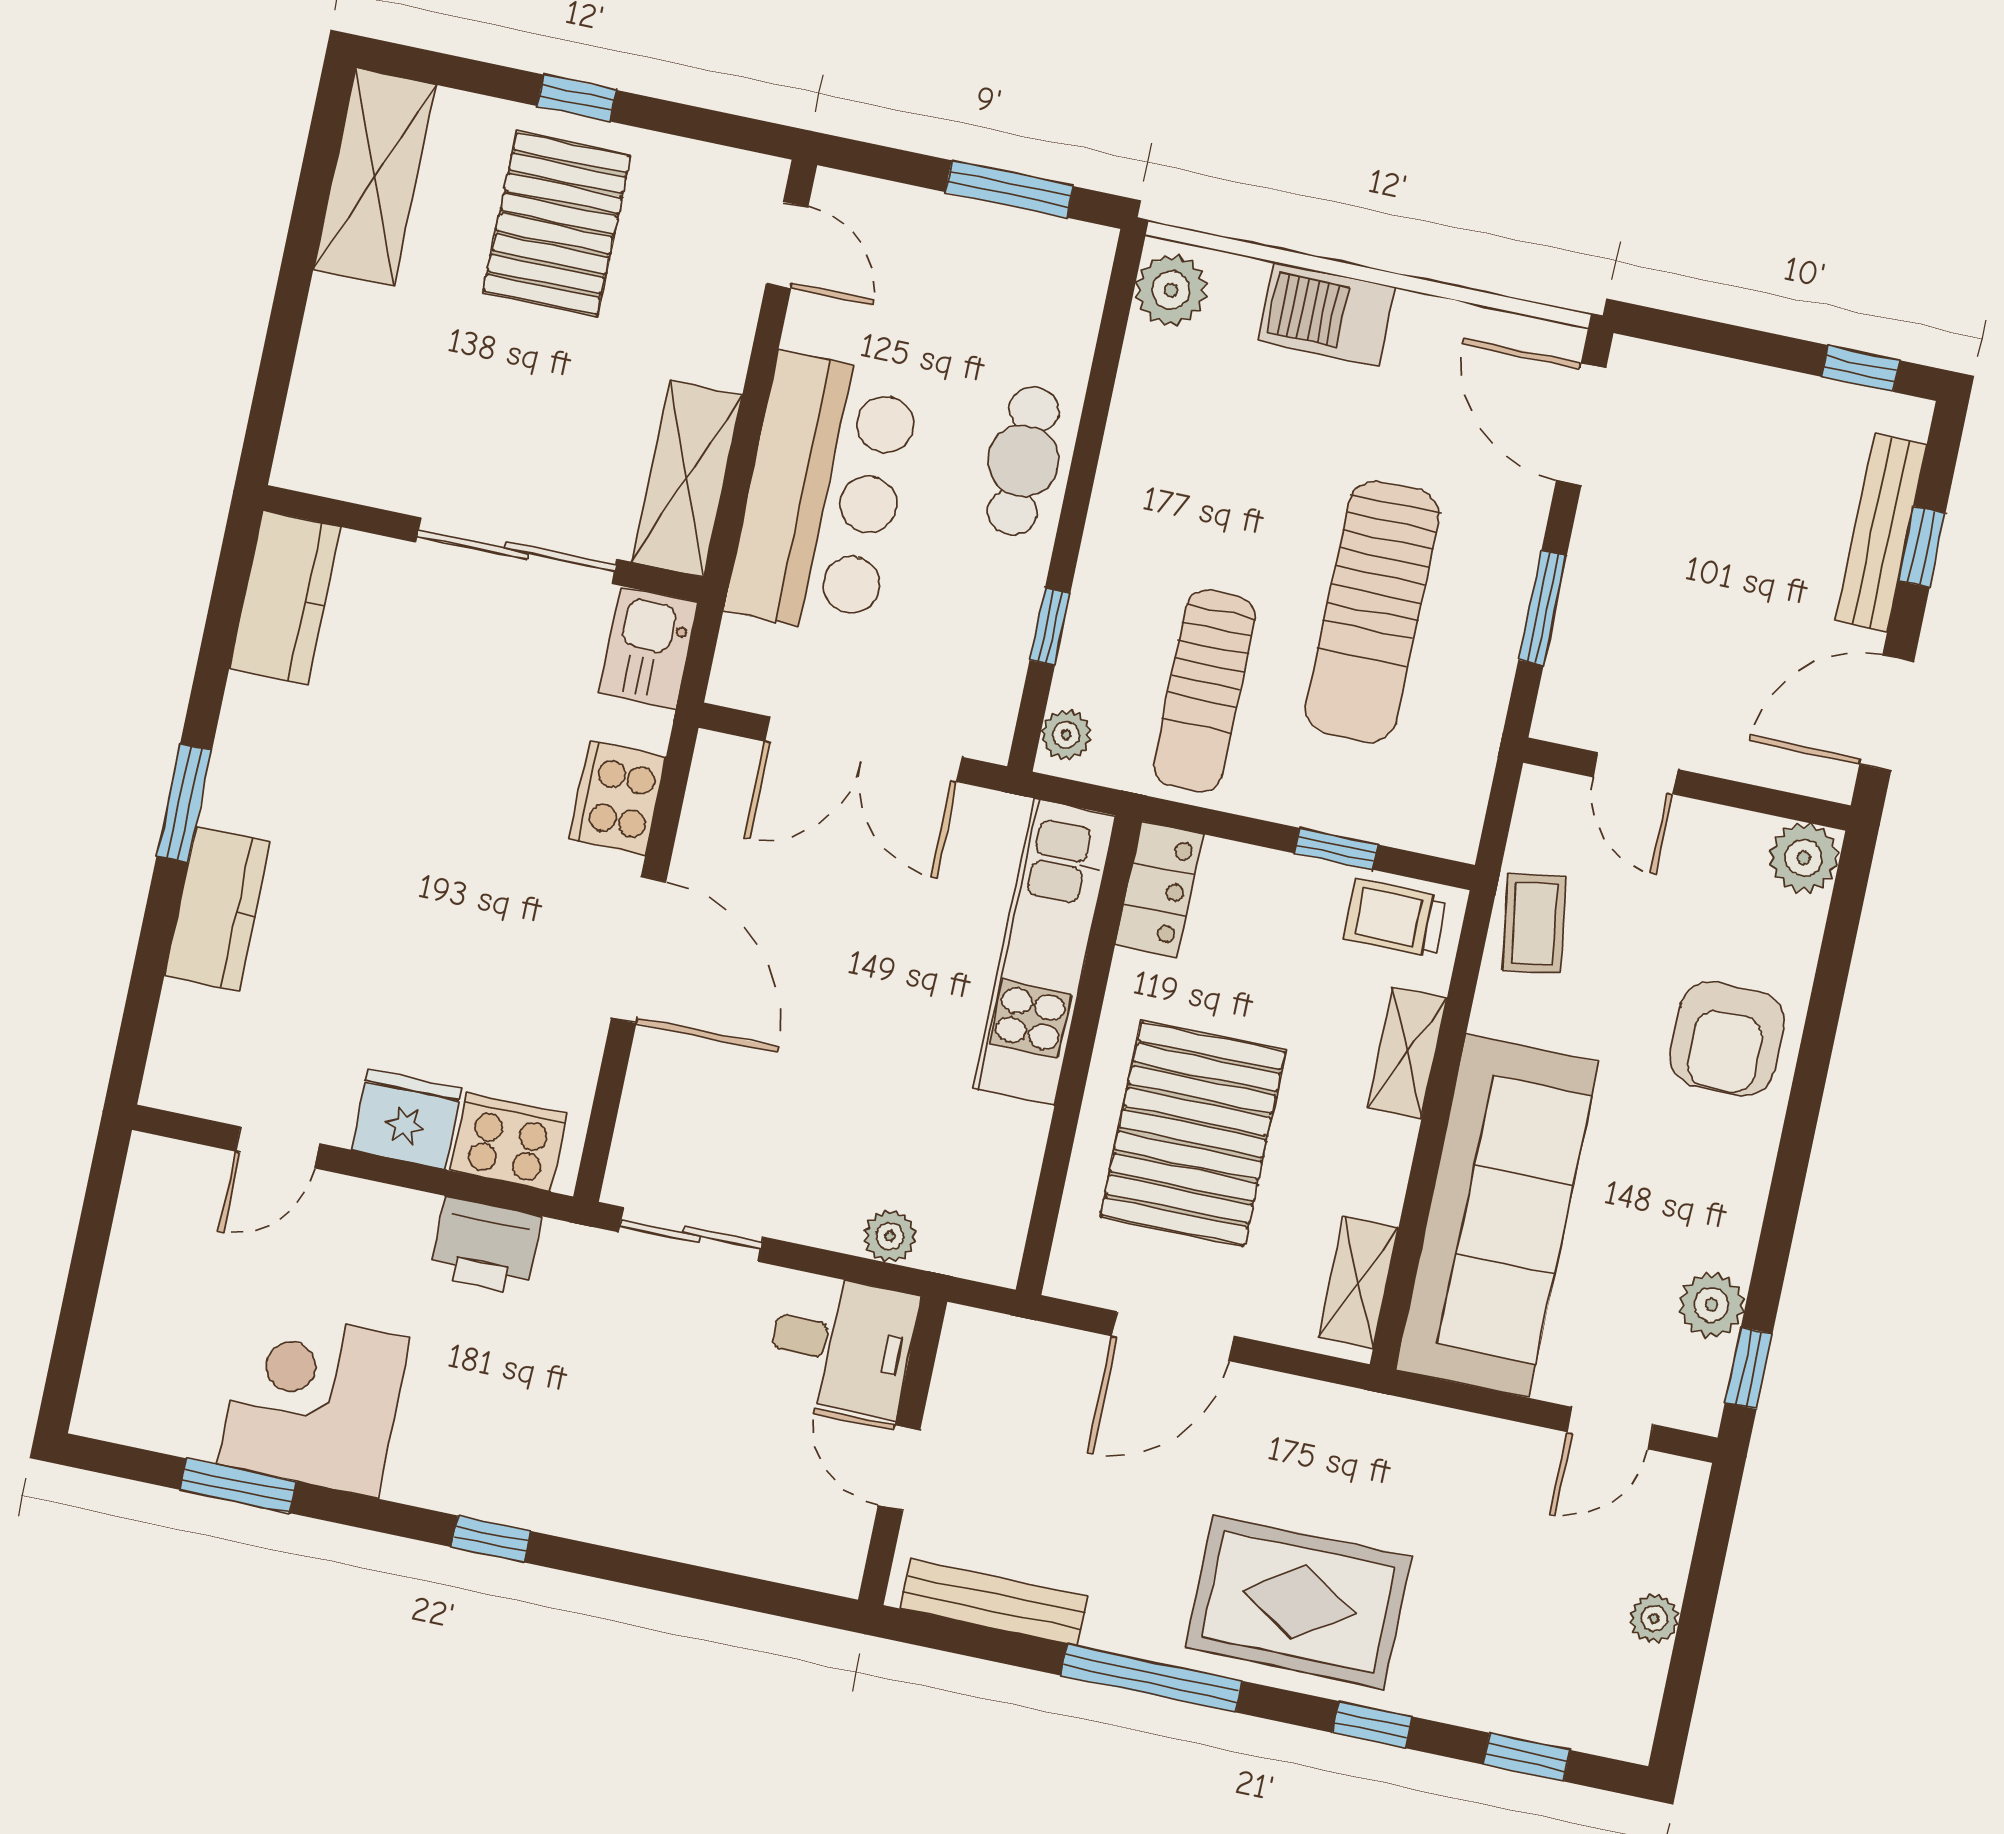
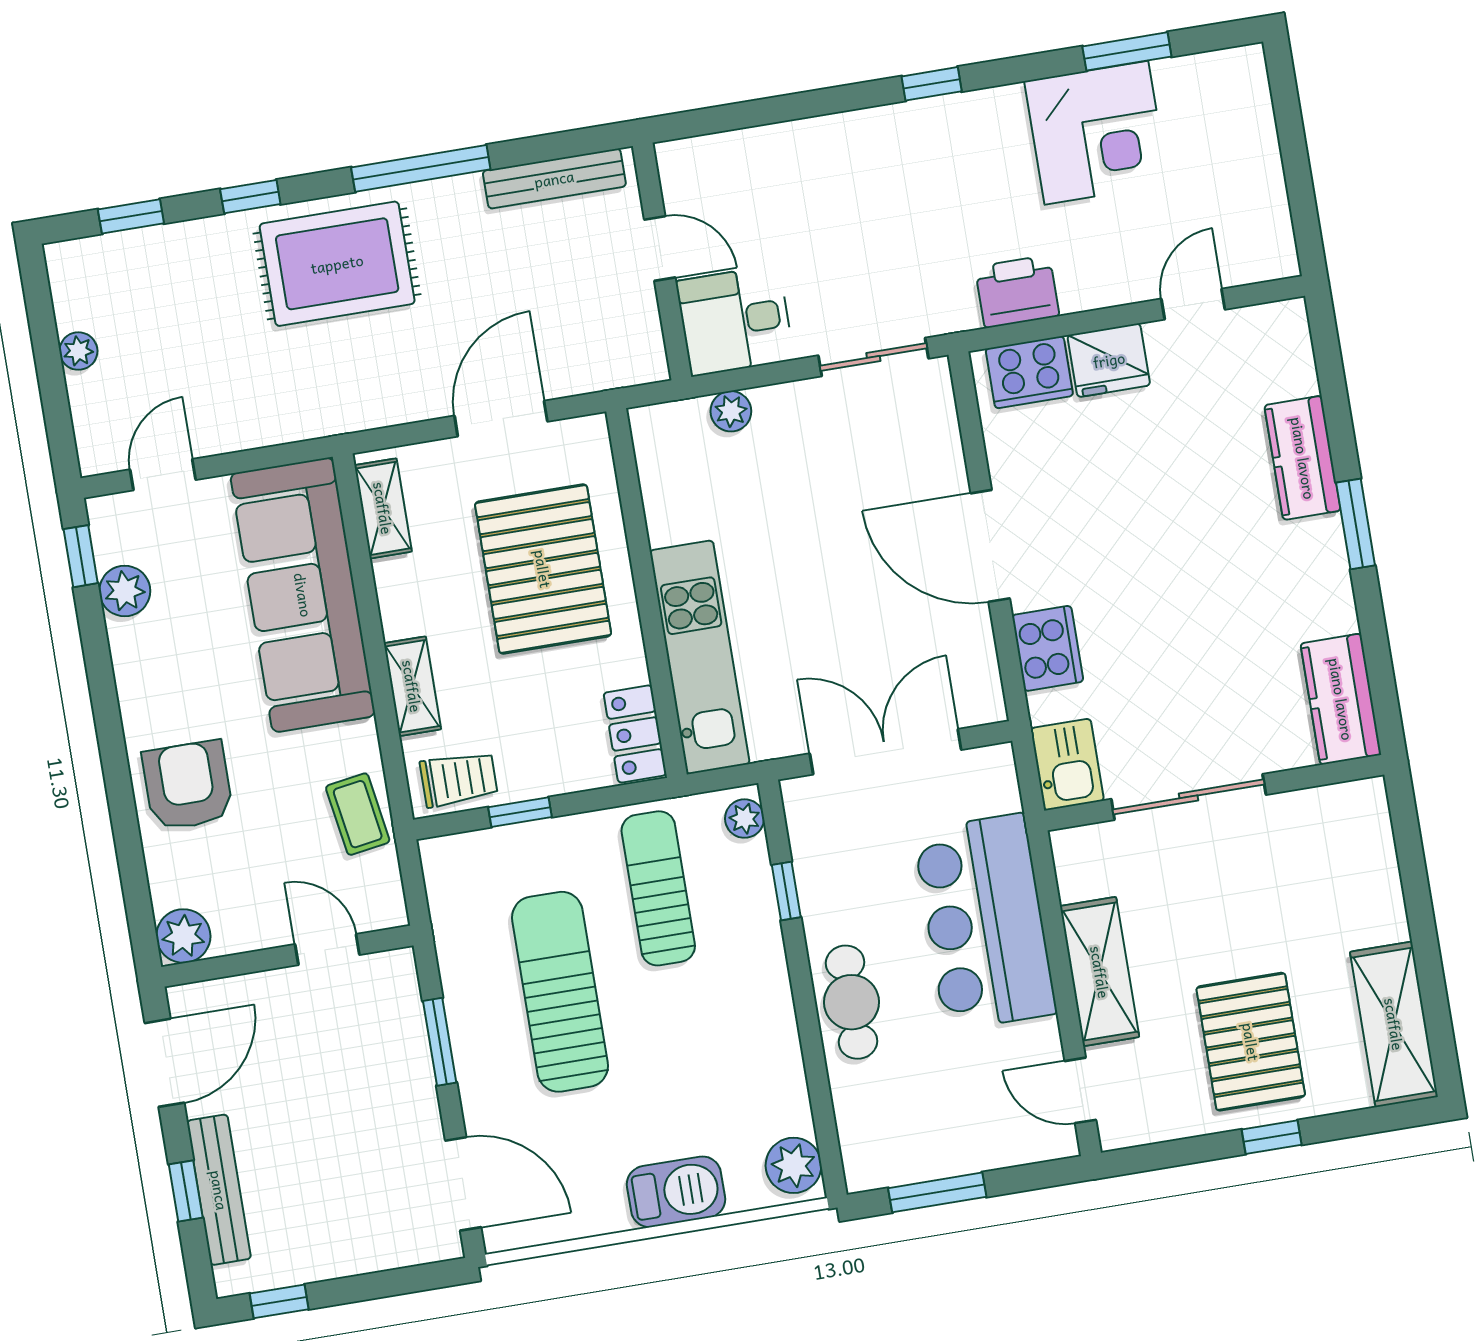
shelving: (687, 479) -> (1100, 972), moved

